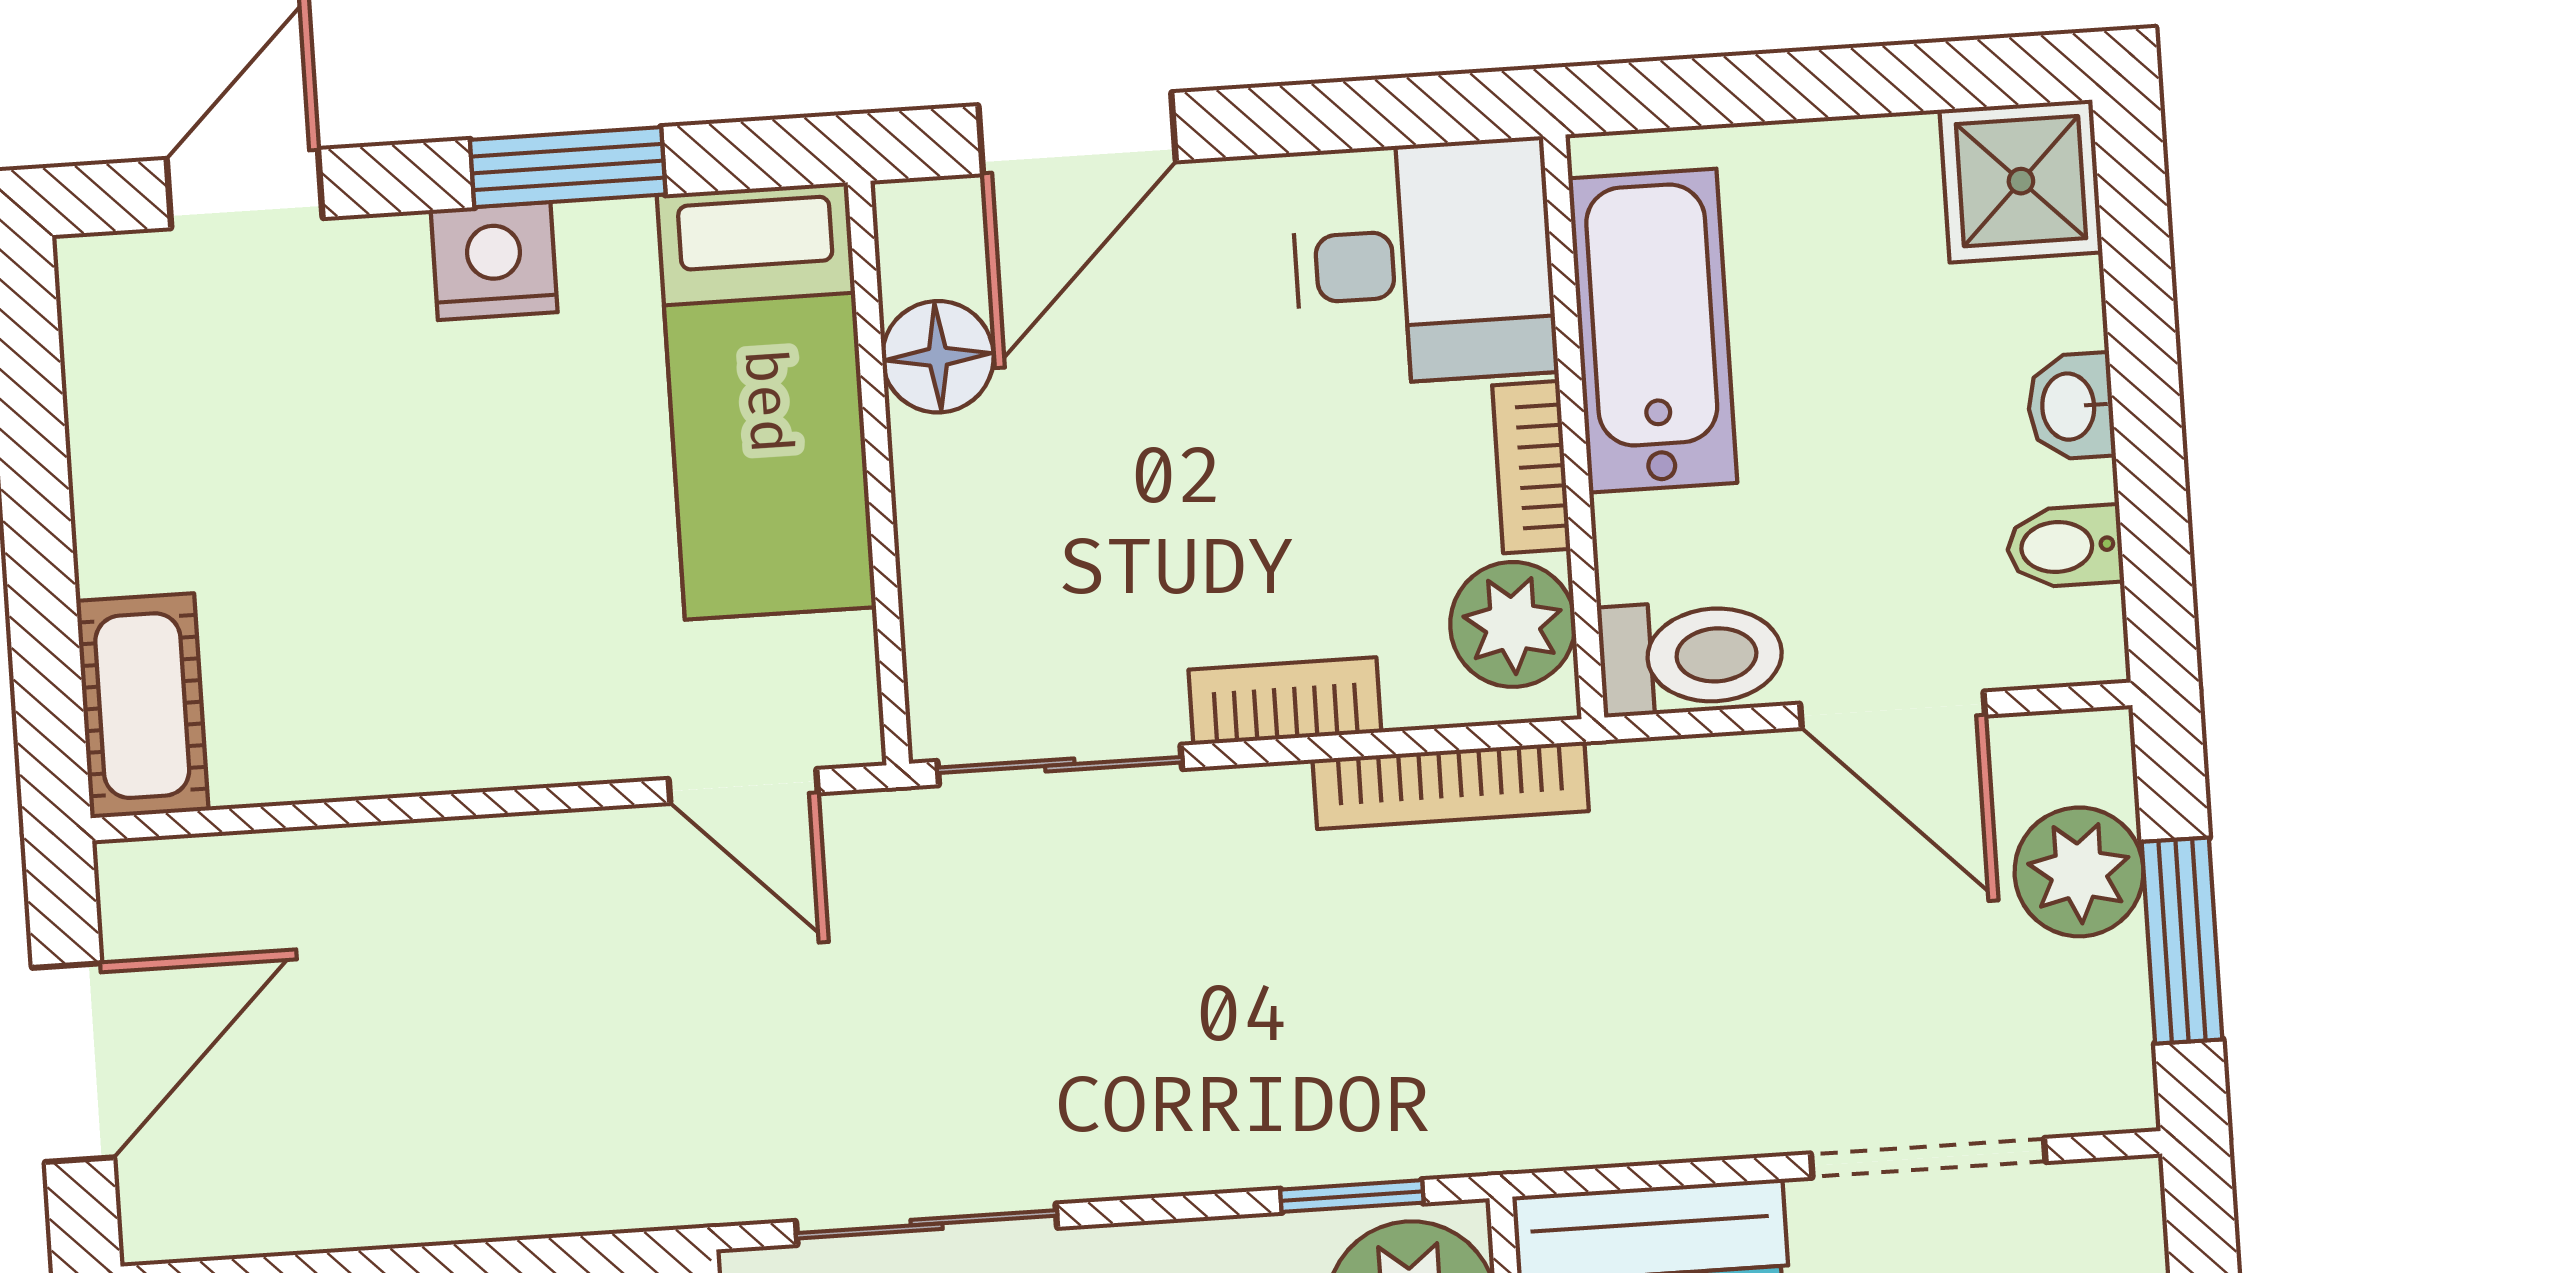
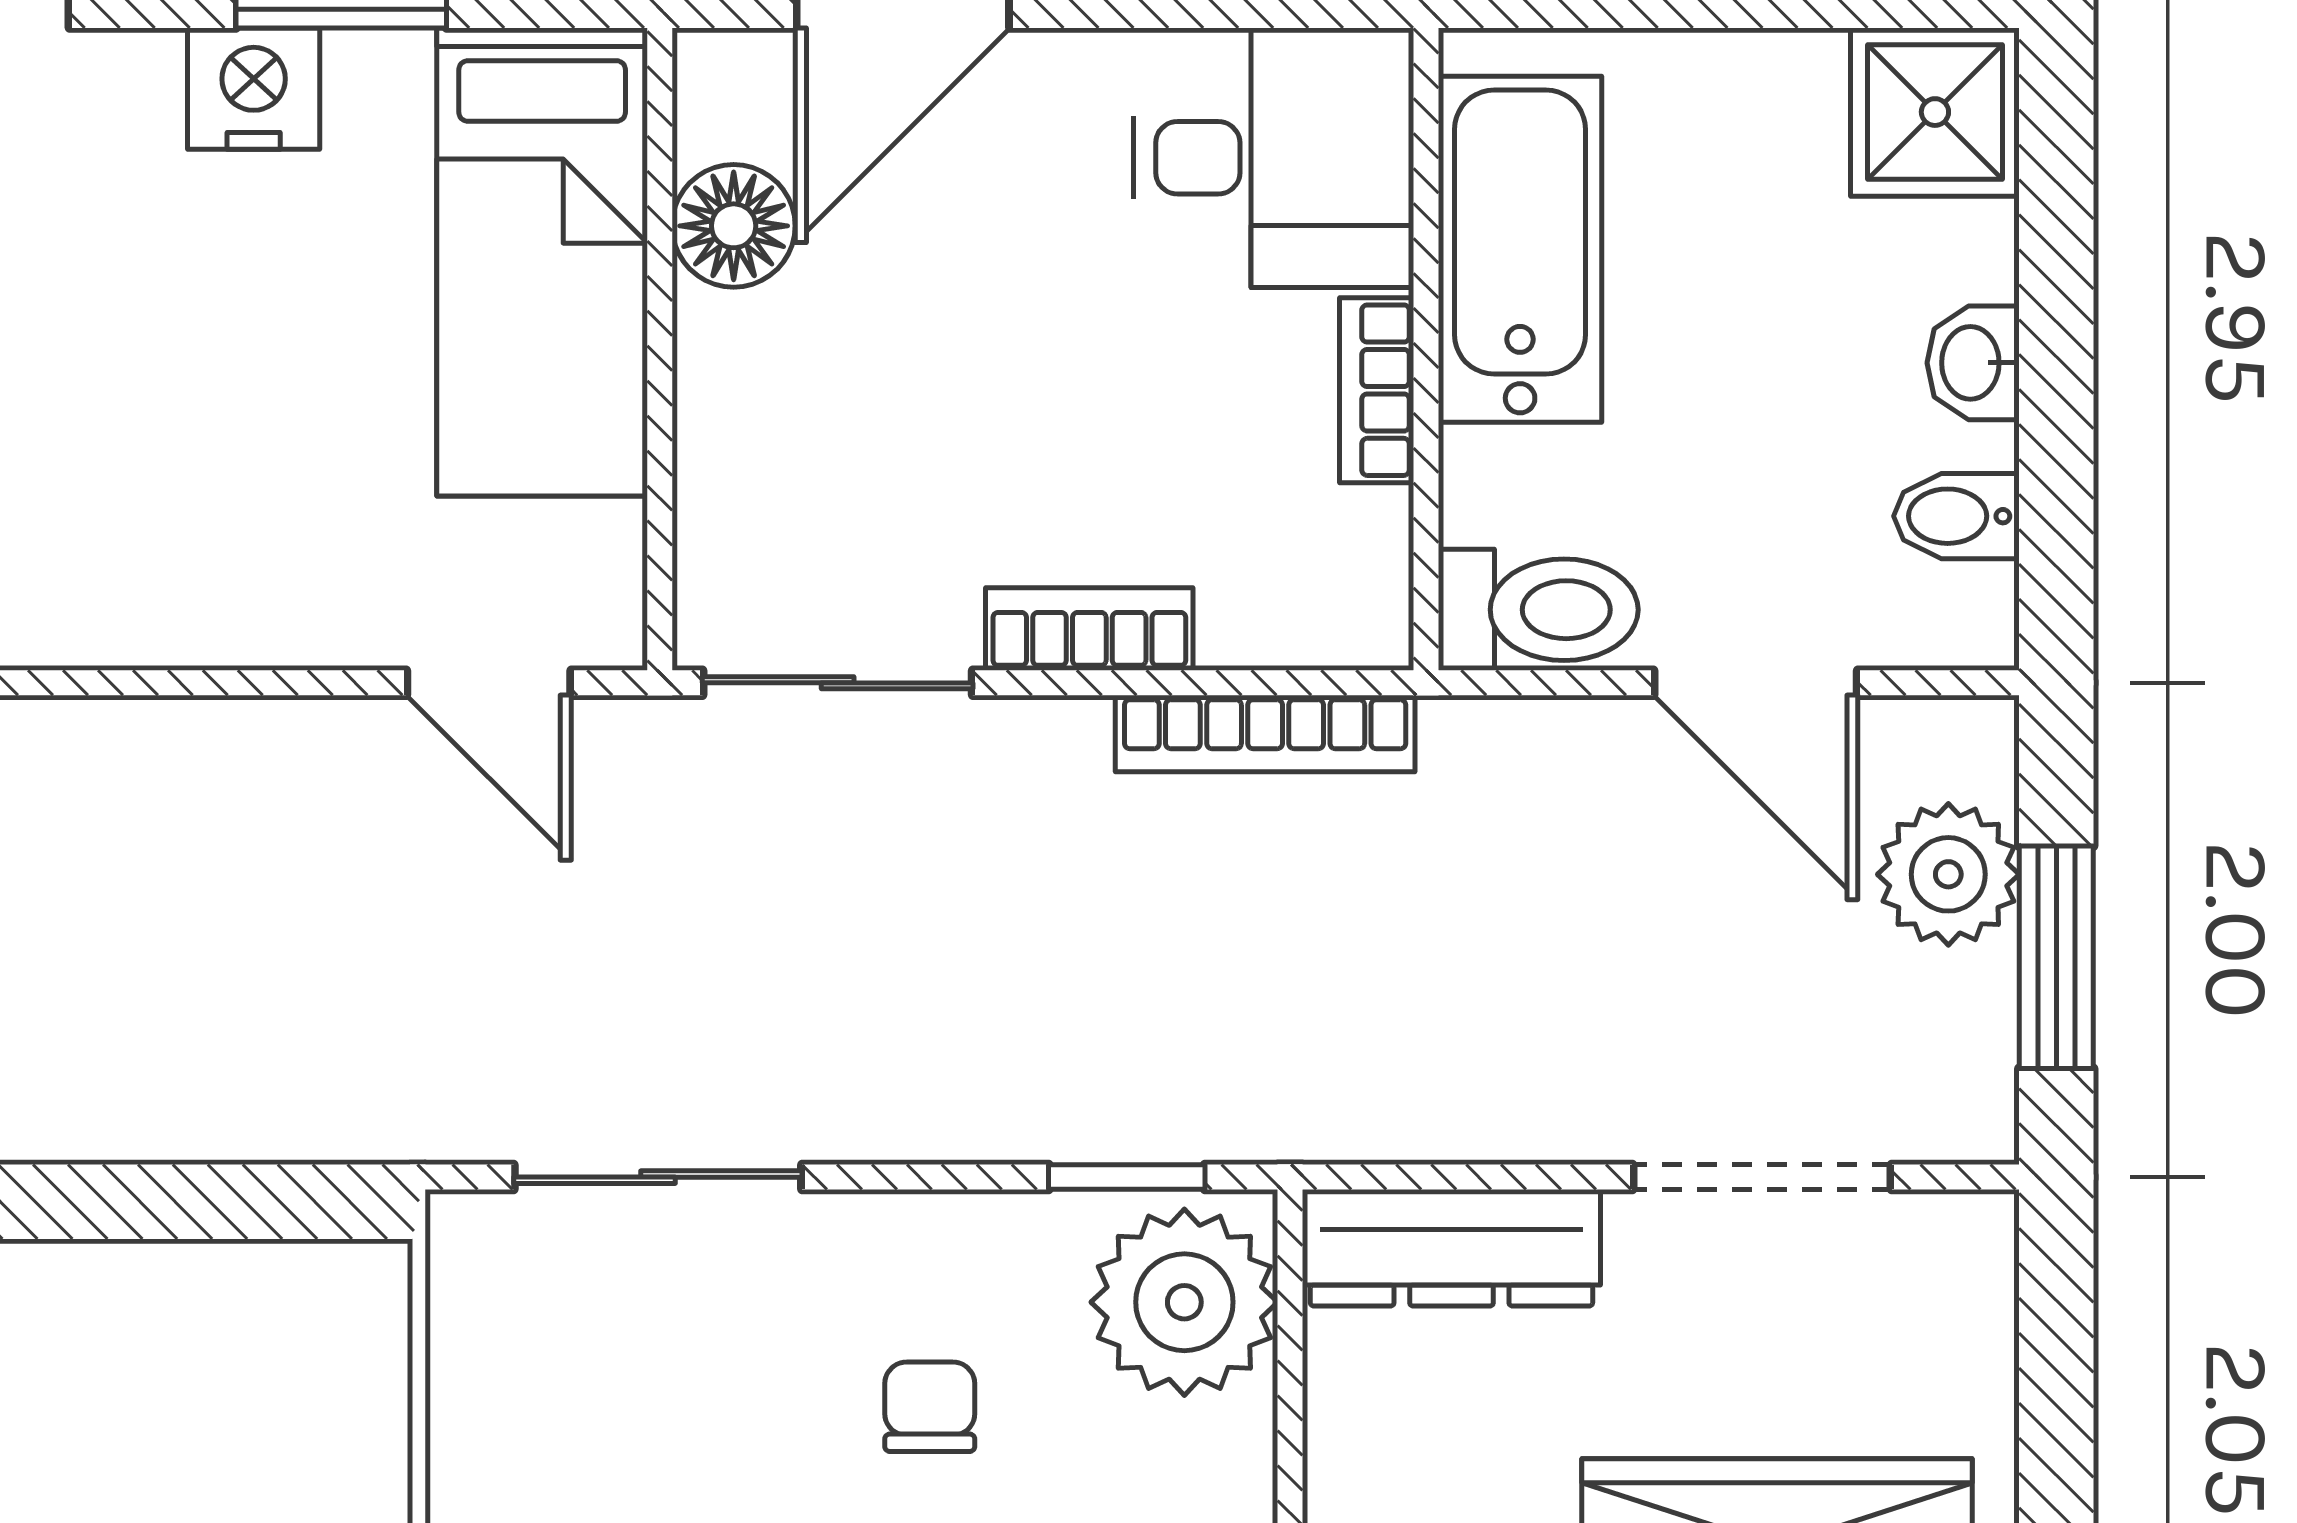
plant: (1513, 624) -> (1345, 561), removed

